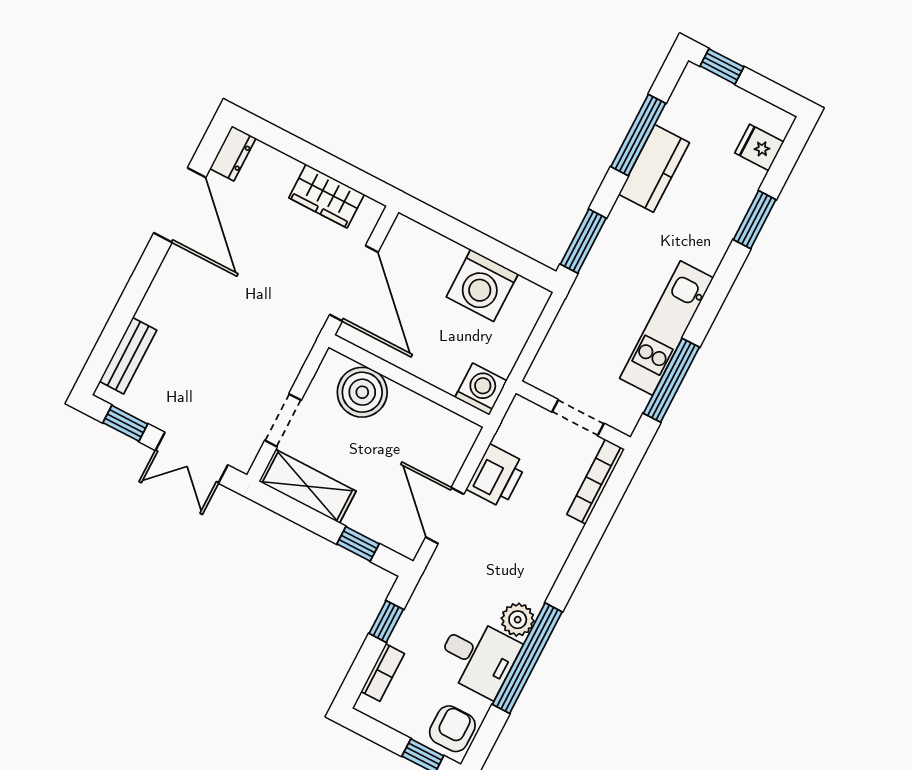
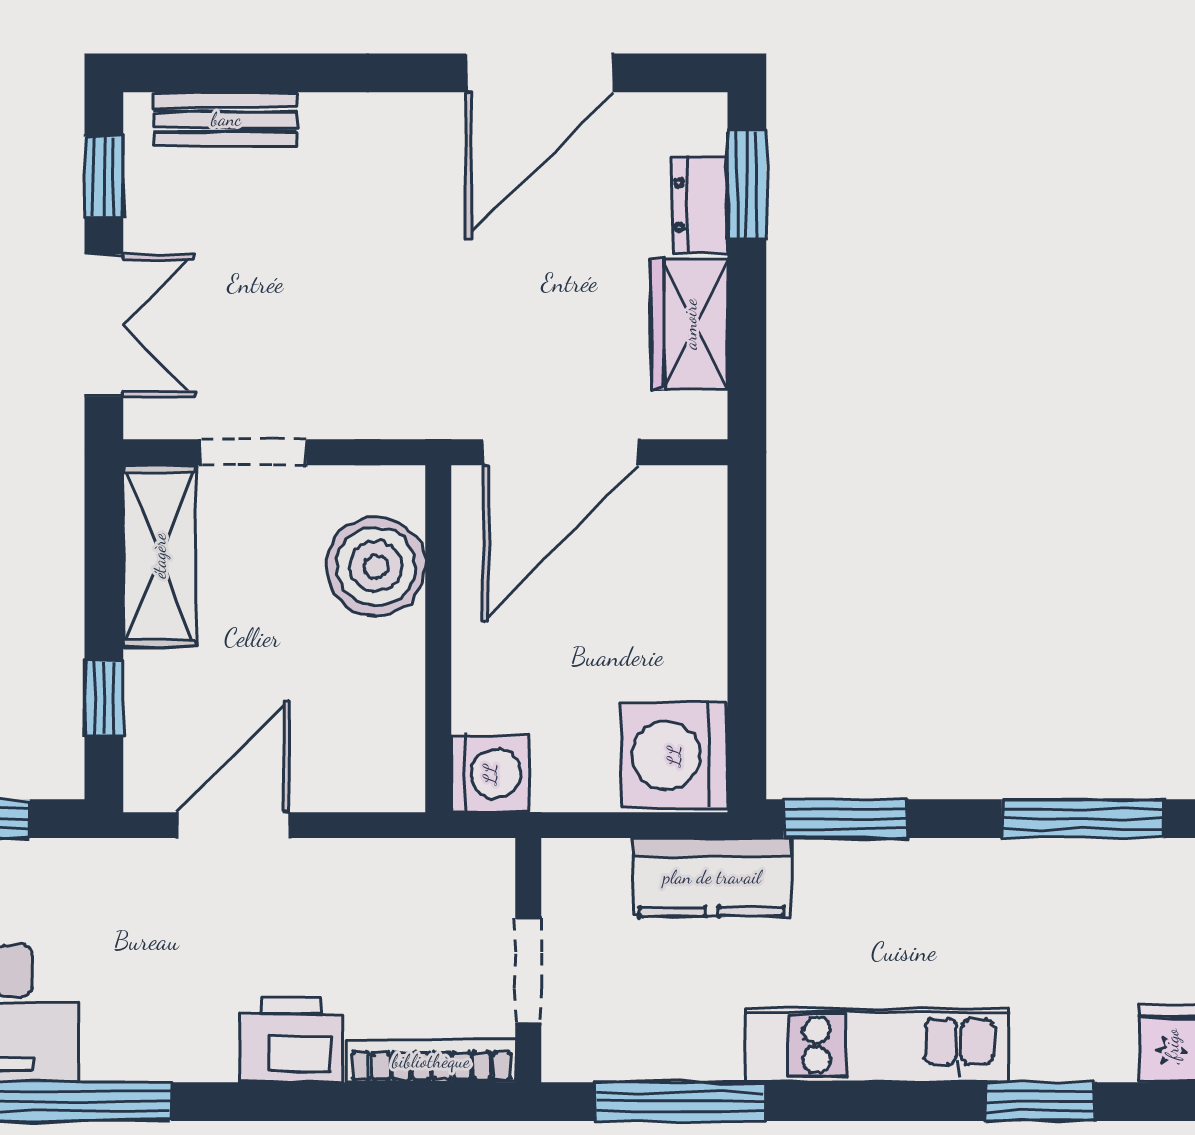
window: (278, 138) -> (747, 185), added
dresser: (233, 153) -> (700, 205), moved, turned 90
kitchen counter: (654, 168) -> (712, 877), moved
washing machine: (482, 285) -> (674, 756), moved
kitchen unit: (666, 328) -> (877, 1045), moved
double door: (192, 458) -> (104, 325), swing flipped
printer: (496, 476) -> (291, 1040), moved, turned 180
plant: (518, 620) -> (116, 1049), removed

